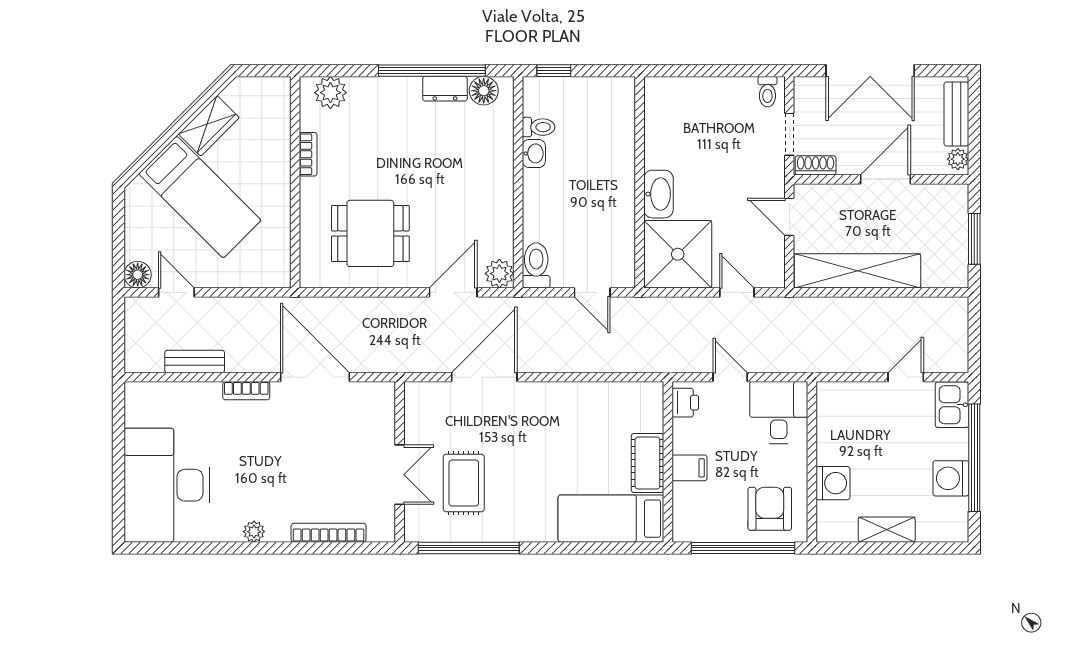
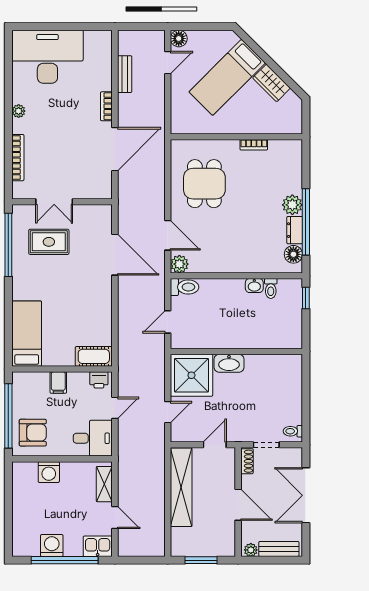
plant: (330, 93) -> (292, 205), moved
cot: (647, 463) -> (94, 356), moved
shelving: (887, 530) -> (104, 484), moved

